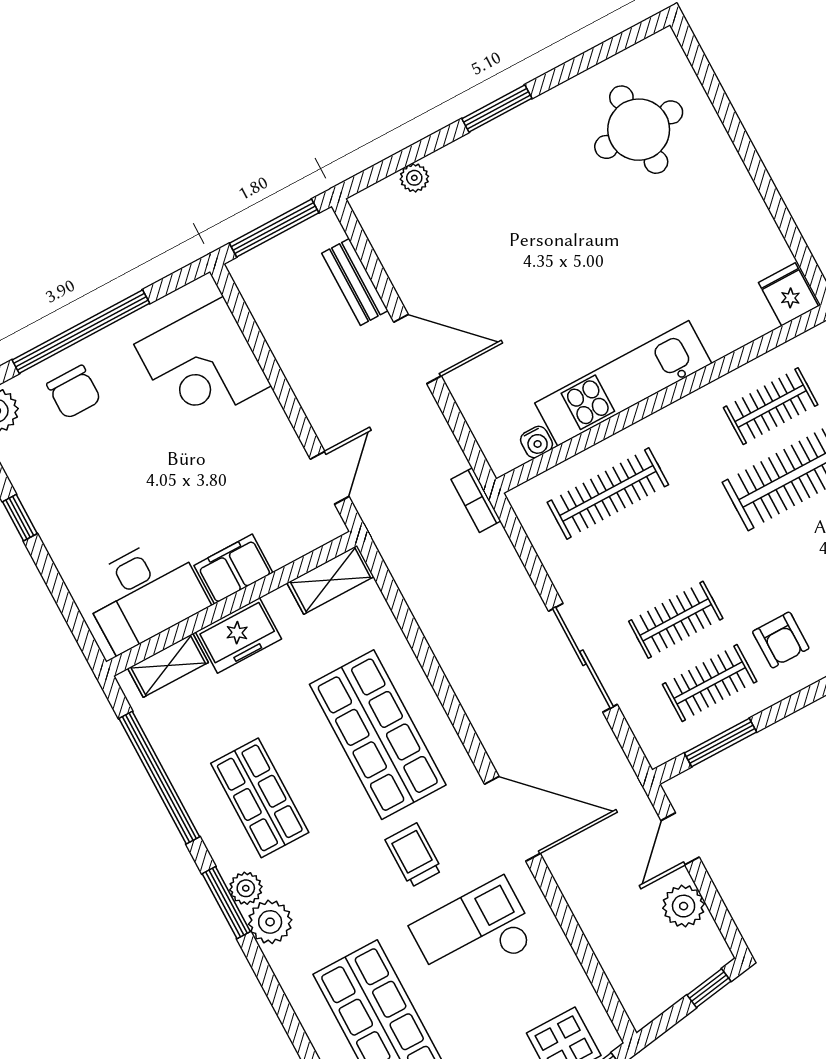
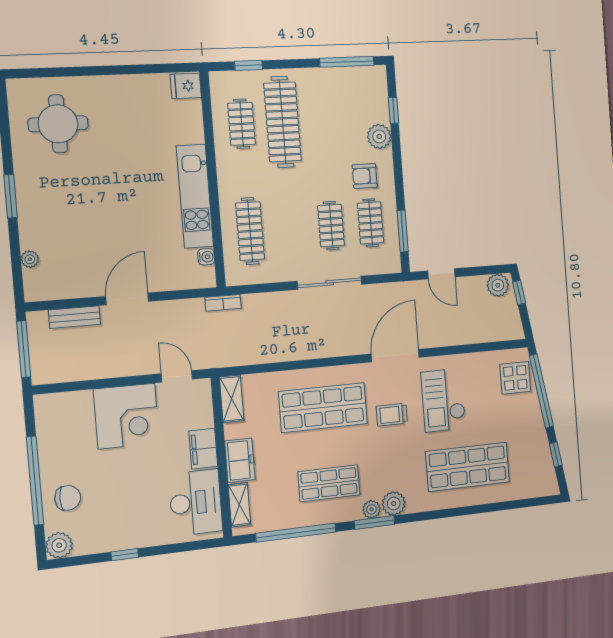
corner desk: (203, 365) -> (127, 416), moved
armchair: (781, 640) -> (365, 176), turned 180
plant: (684, 906) -> (498, 285), moved

